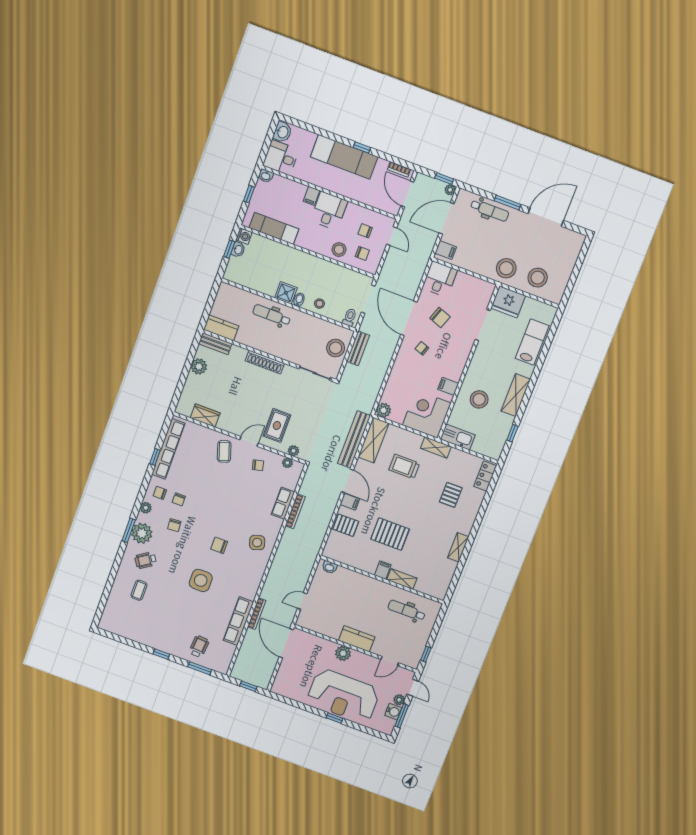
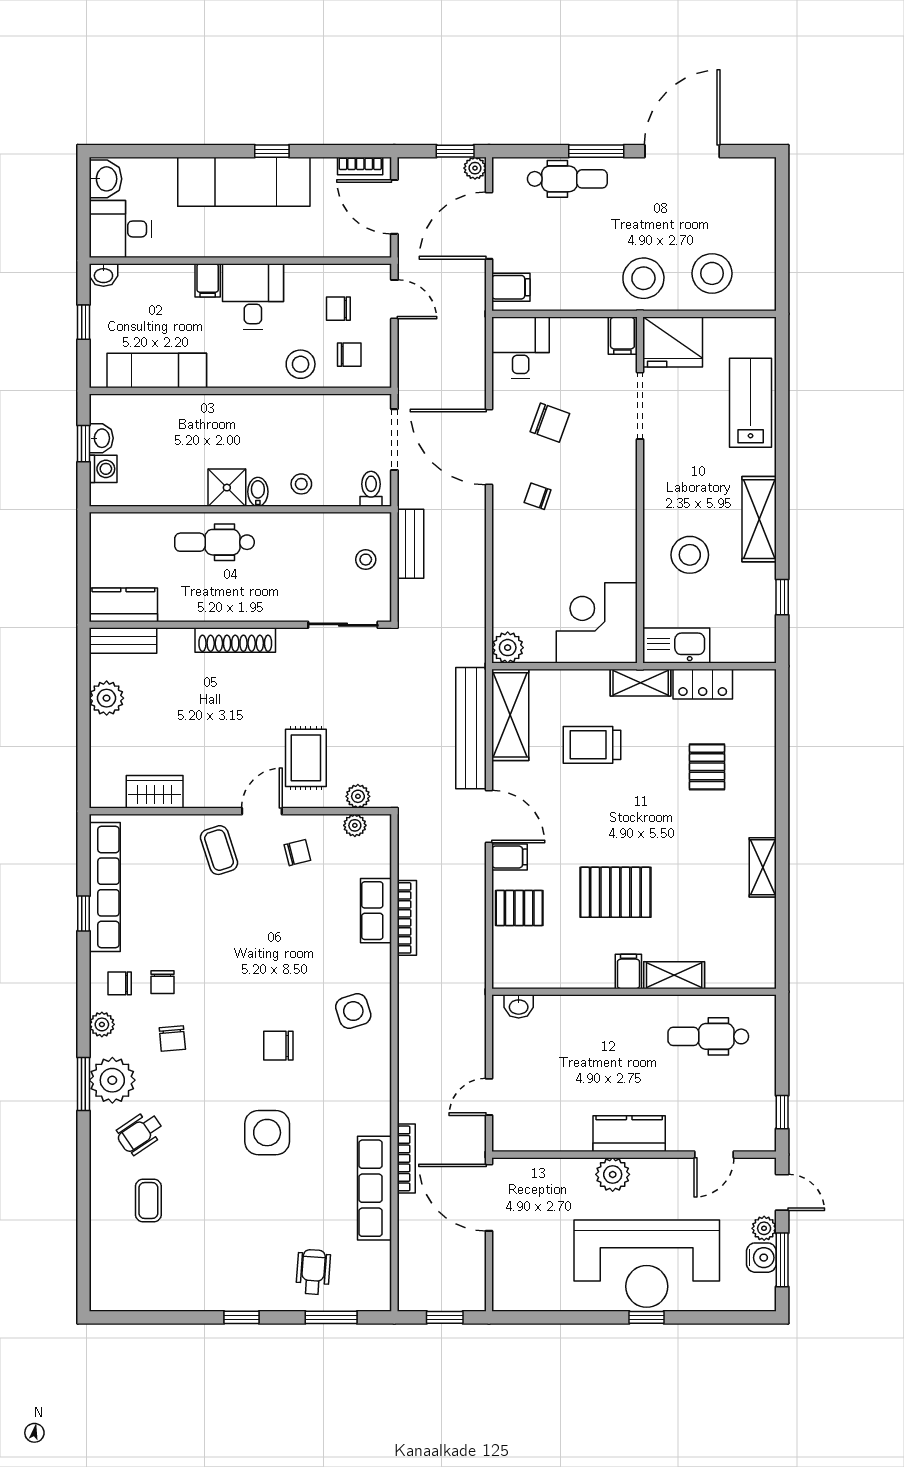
washing machine: (244, 236) -> (103, 469), moved
stool: (336, 348) -> (366, 560), width x0.53, depth x0.53
filing cabinet: (448, 386) -> (622, 336), moved, turned -90
locker: (485, 476) -> (703, 684), moved, turned -90

